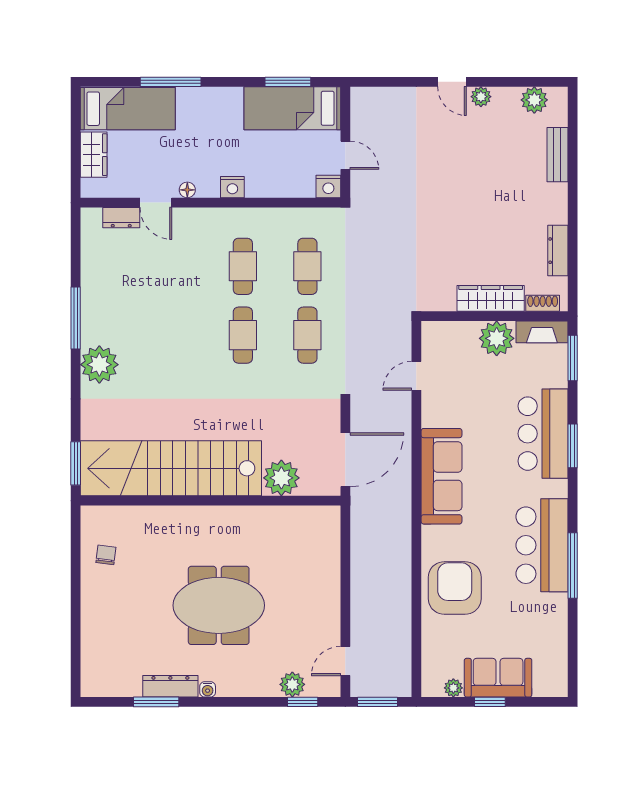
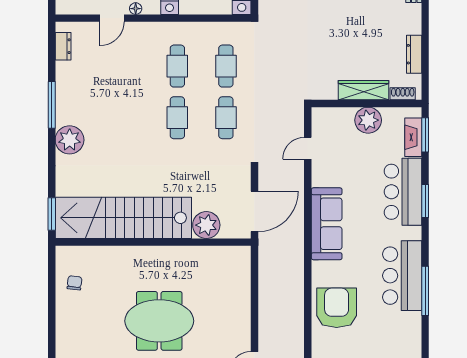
door: (156, 203) -> (112, 18), hinge flipped
dresser: (121, 218) -> (63, 46), moved, turned -90
fireplace: (542, 332) -> (413, 137), moved, turned 90

